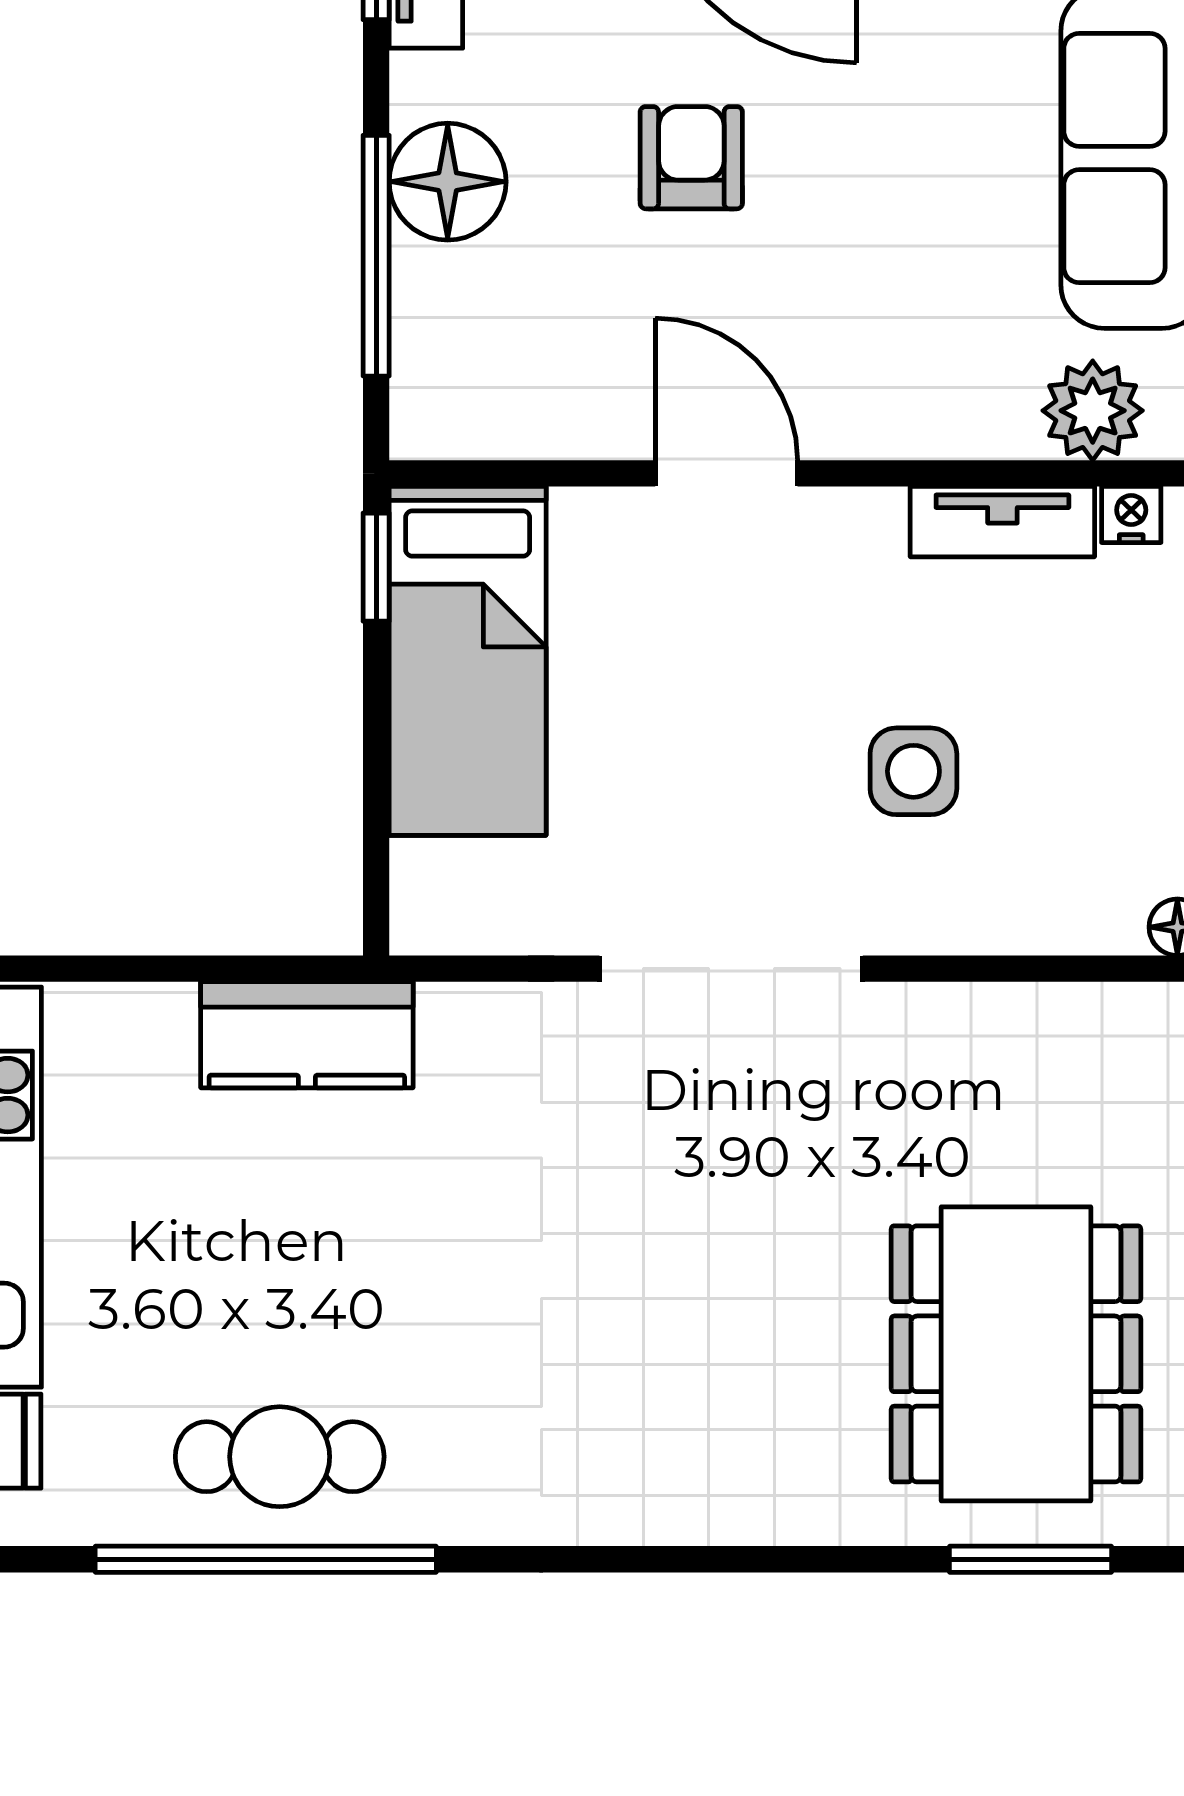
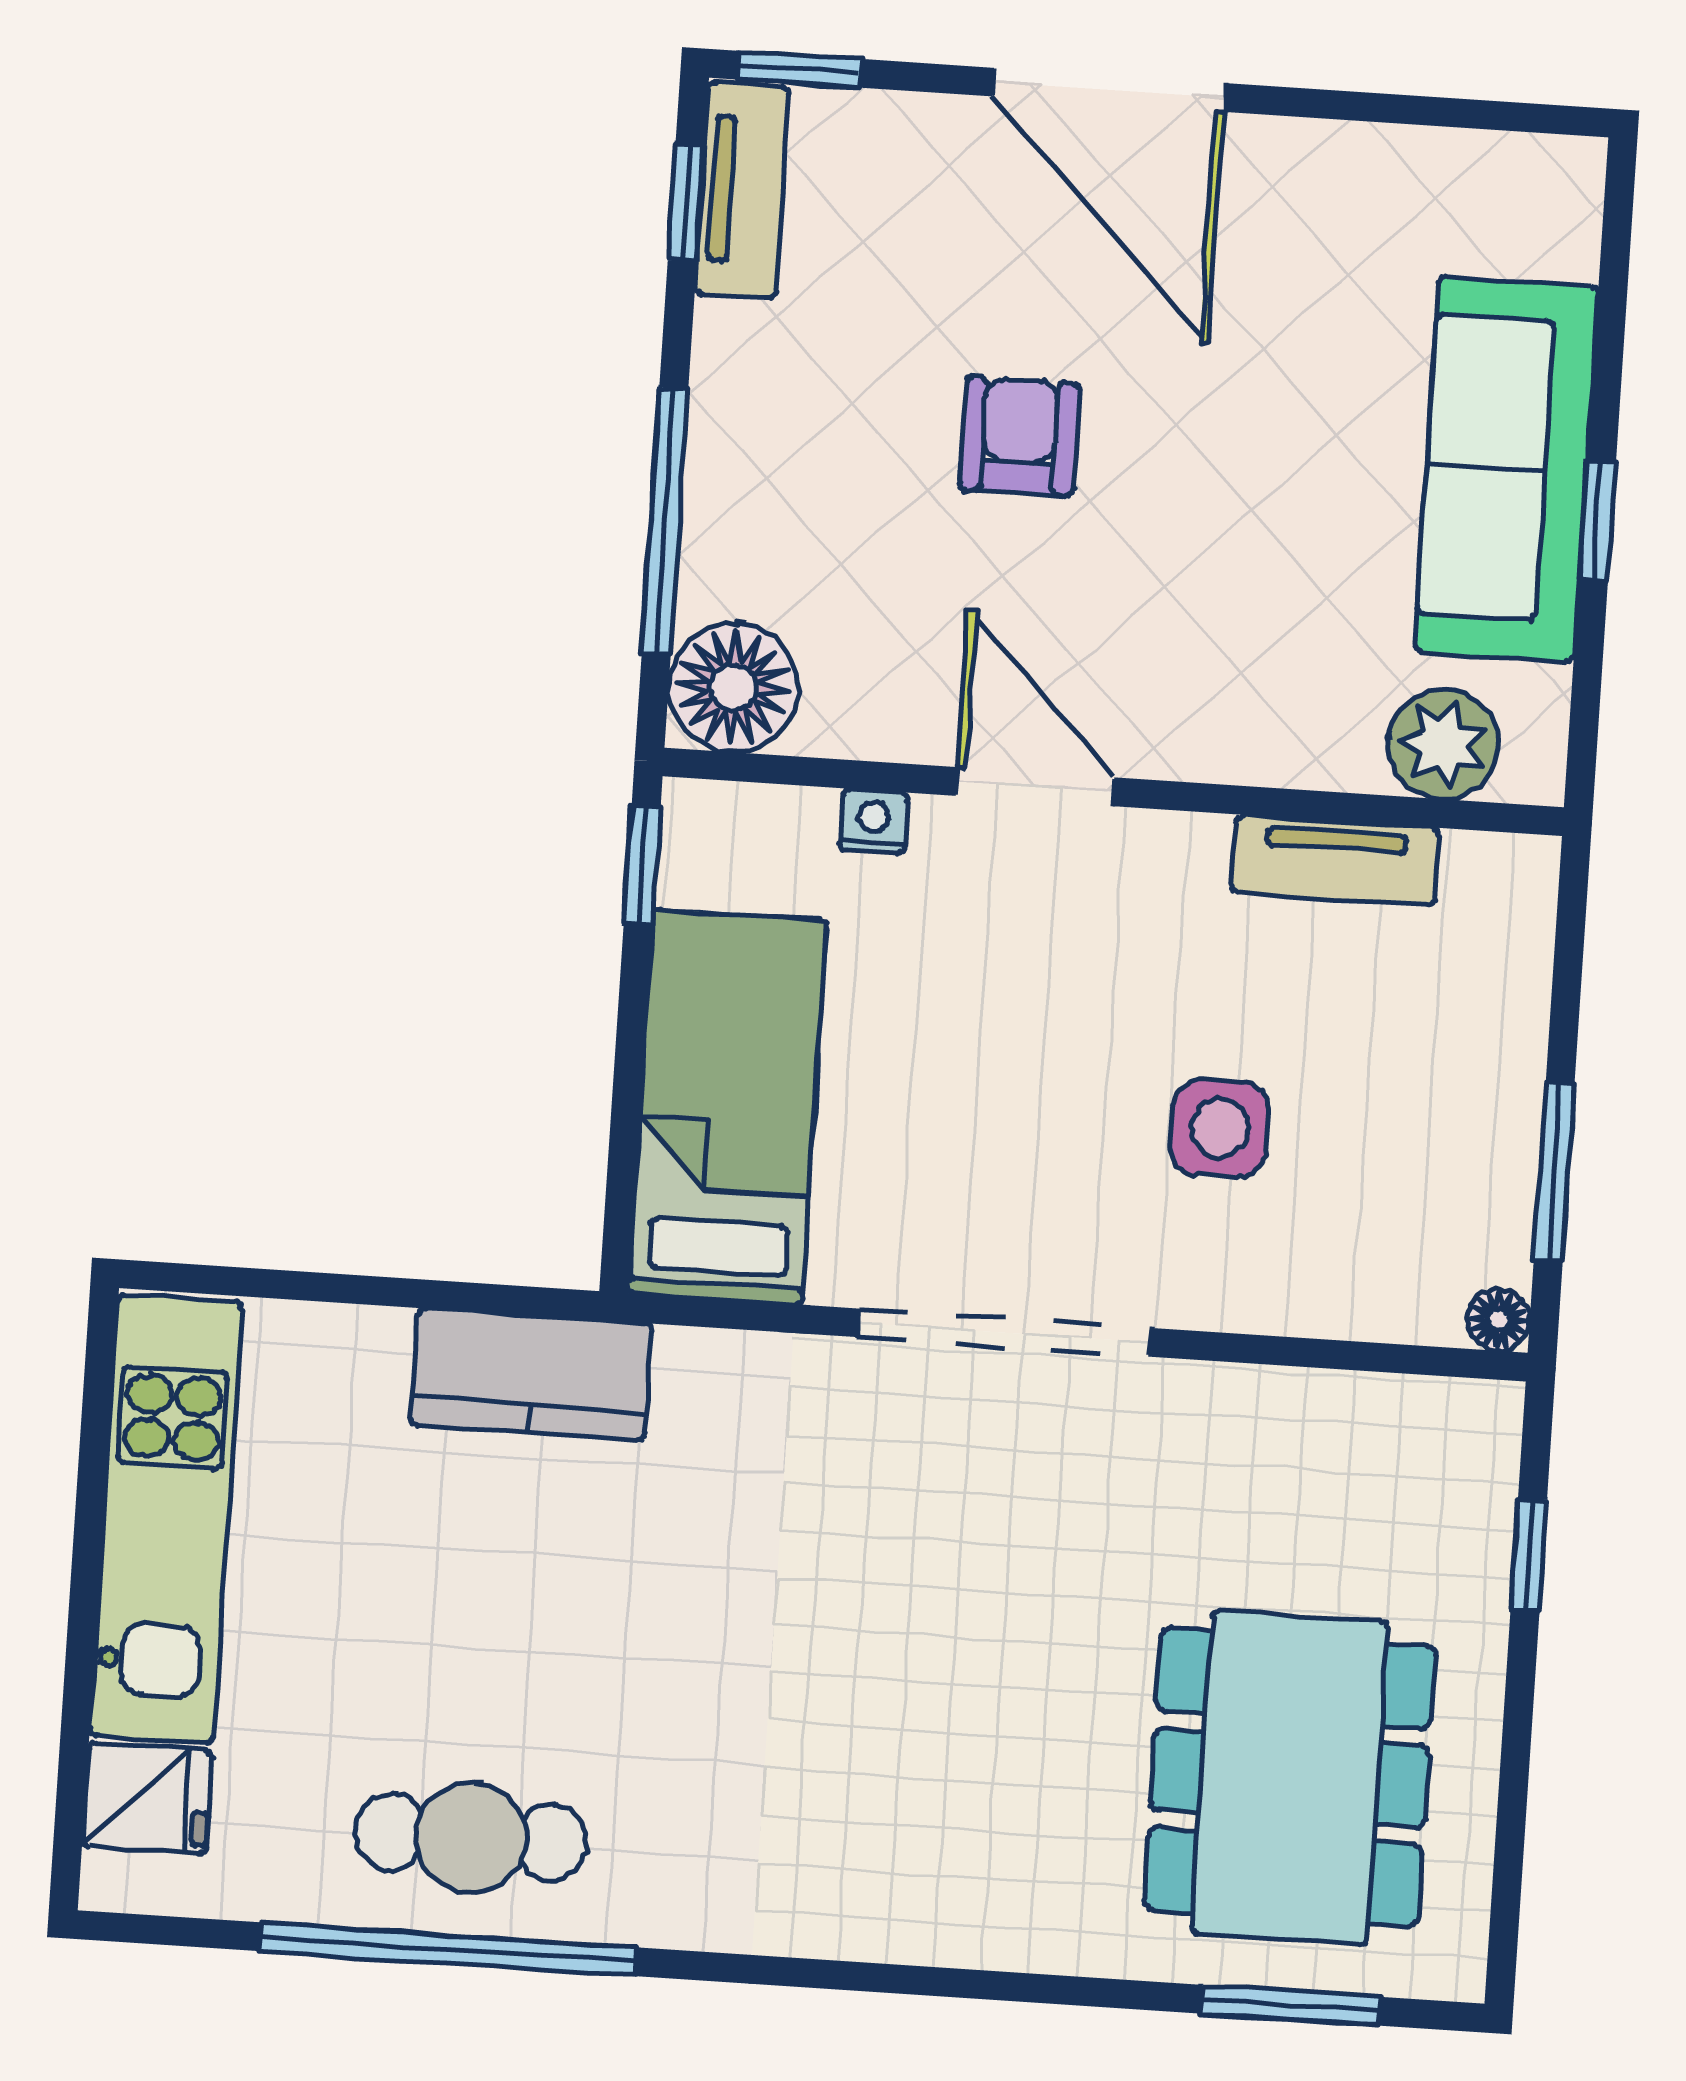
floor lamp: (448, 182) -> (733, 687), moved
nightstand: (1131, 514) -> (874, 821), moved
bed: (468, 661) -> (727, 1107), moved, turned 180

